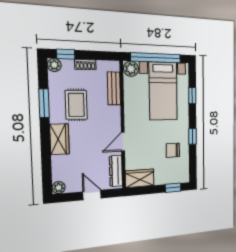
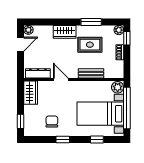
bench: (114, 88) -> (91, 73), moved
door: (92, 195) -> (20, 44), moved

